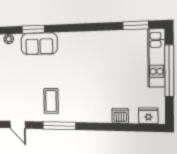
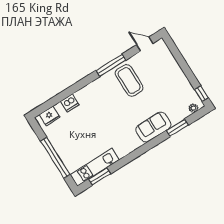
sofa: (39, 44) -> (153, 127), moved
kitchen unit: (156, 58) -> (95, 167), moved, turned -90
coffee table: (51, 101) -> (129, 80), width x1.36, depth x1.32

